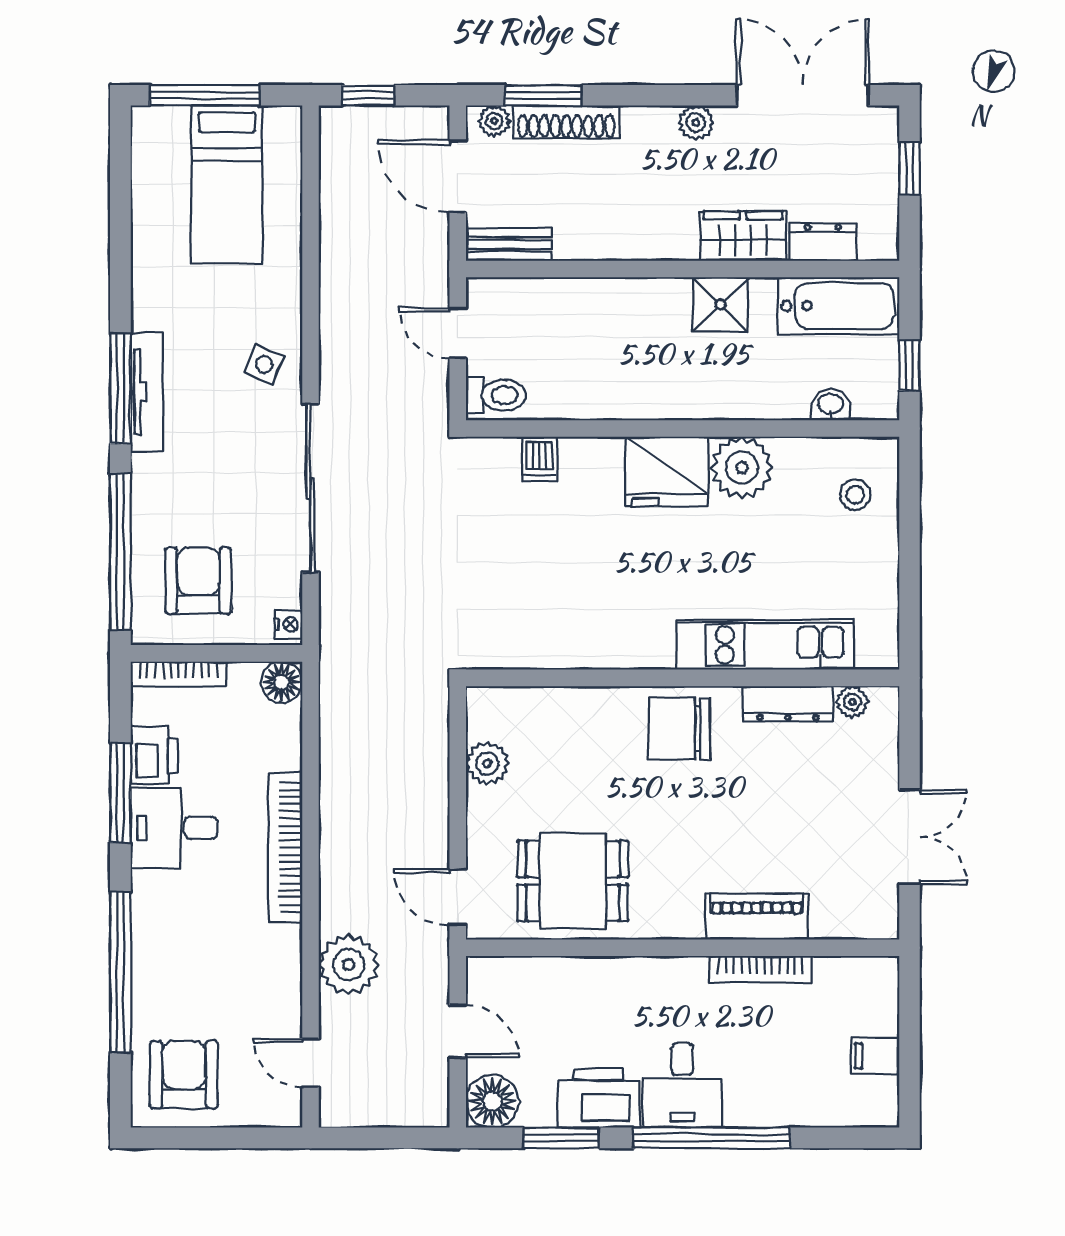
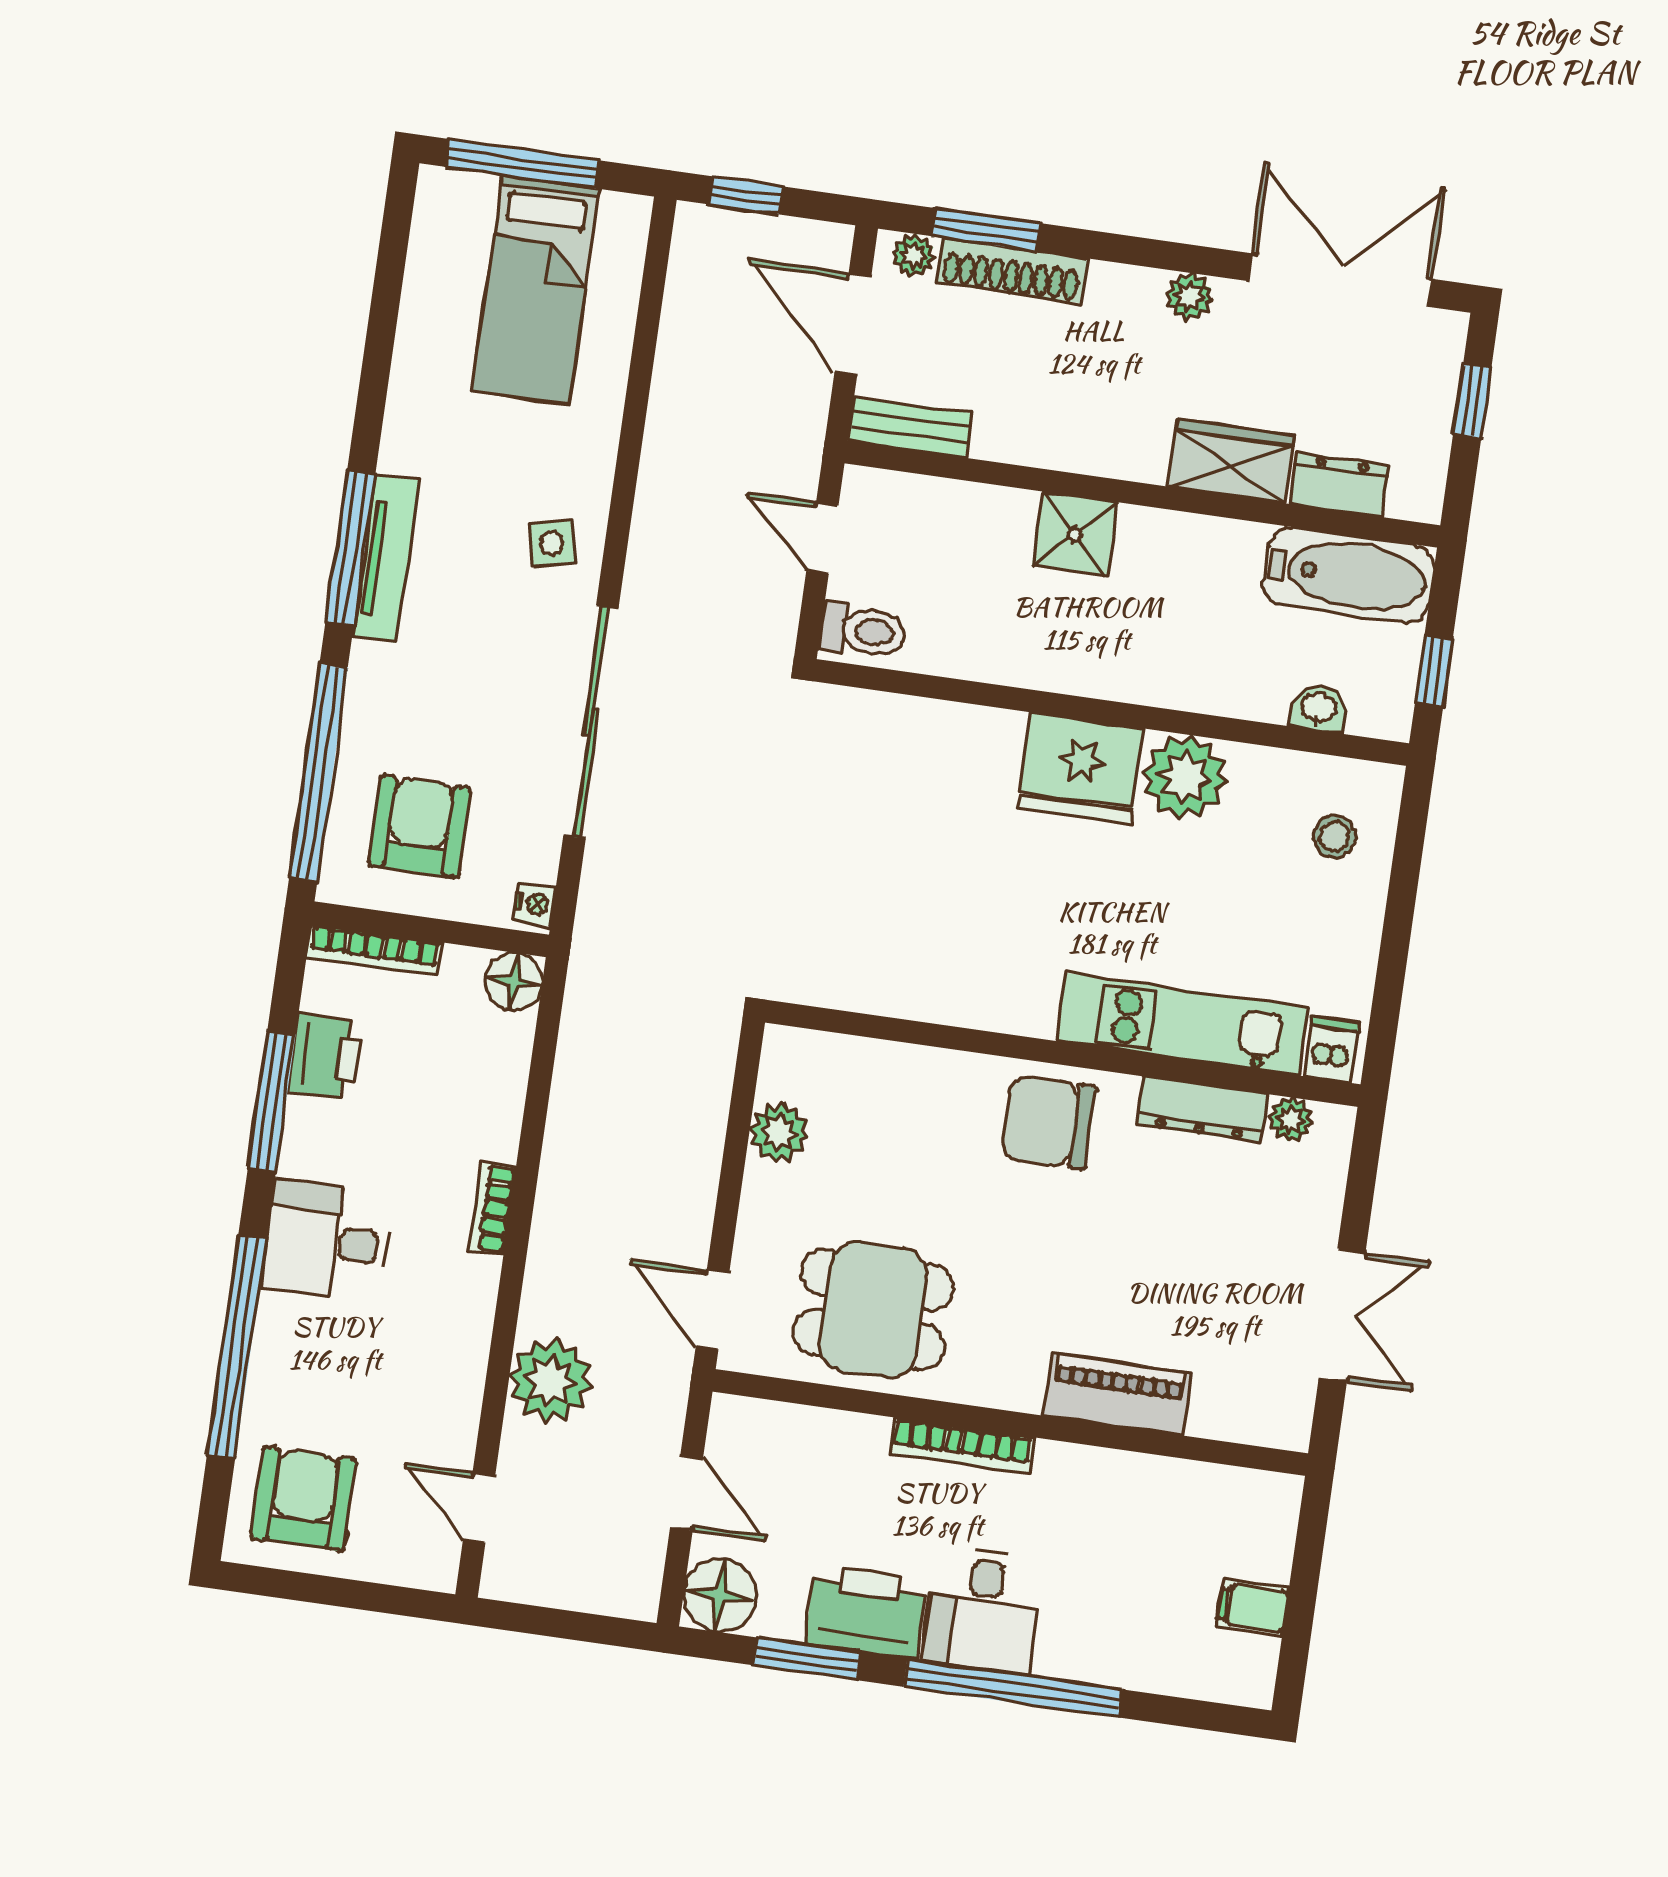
shower: (720, 304) -> (1075, 534), moved
side table: (264, 364) -> (551, 543), turned -35
dishwasher: (539, 459) -> (1331, 1049), moved, turned 180
desk: (174, 828) -> (327, 1241), moved
bookcase: (285, 847) -> (492, 1209), width x0.43, depth x0.76
bookcase: (760, 969) -> (962, 1445), moved

